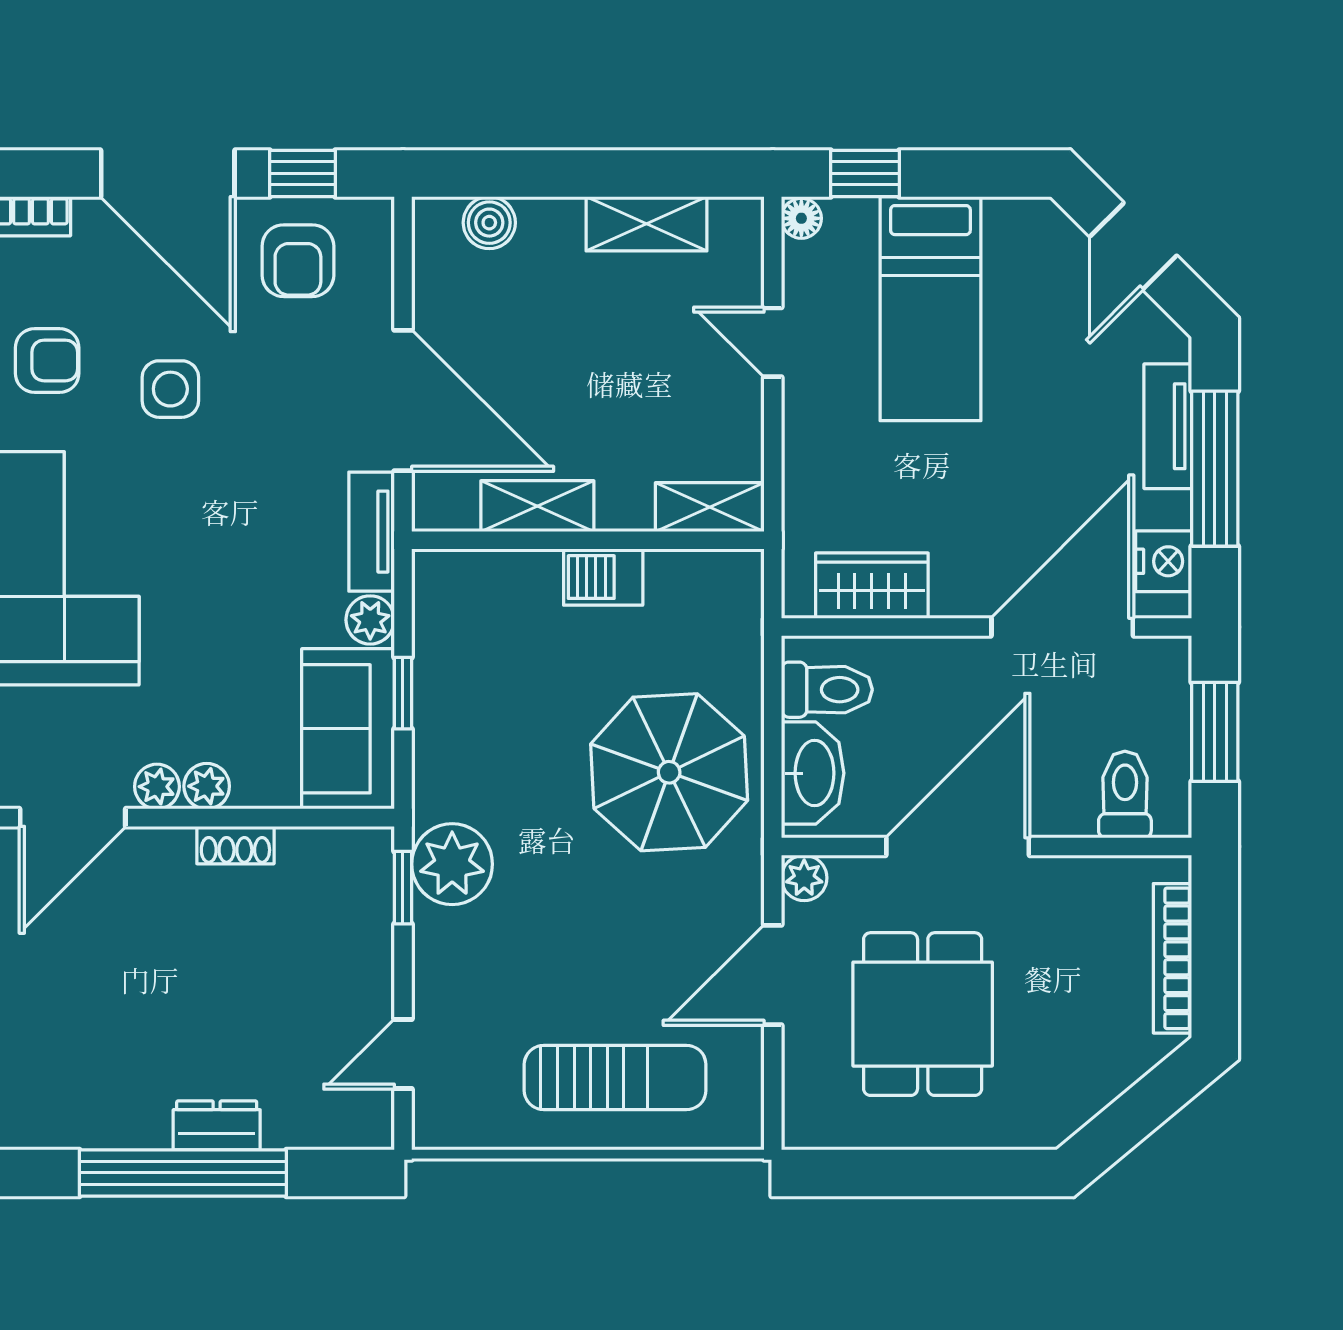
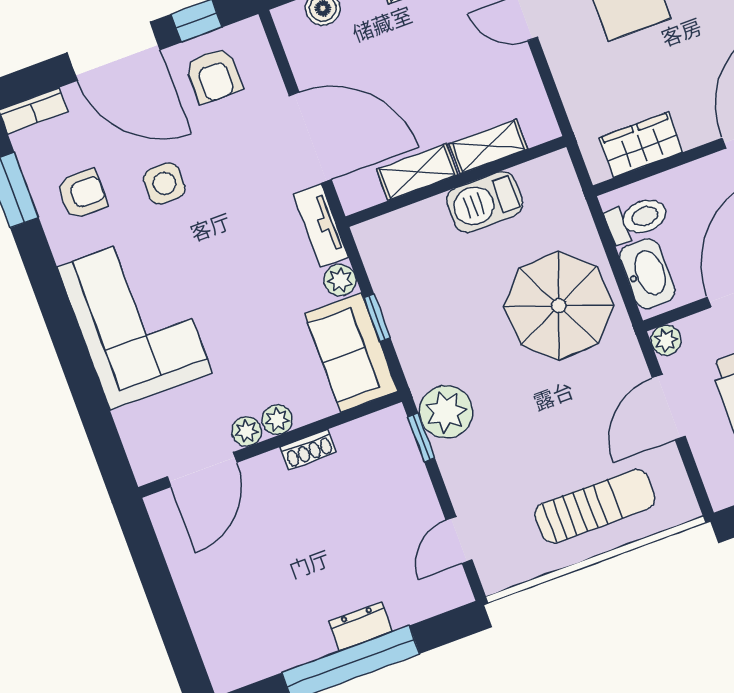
shelving: (710, 507) -> (488, 146), moved
barbecue: (603, 577) -> (485, 202), width x1.38, depth x1.27

